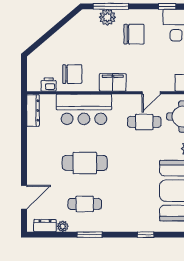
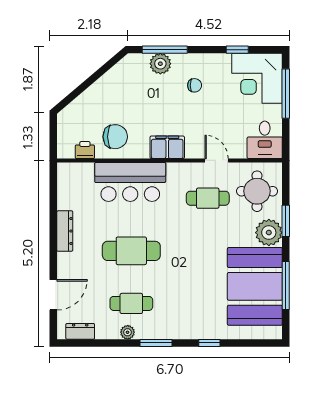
chair: (134, 34) -> (195, 85), width x0.54, depth x0.54
door: (151, 93) -> (217, 160), swing flipped
dresser: (33, 111) -> (65, 231), moved
plant: (63, 226) -> (128, 332), moved
window: (90, 235) -> (156, 343), moved

